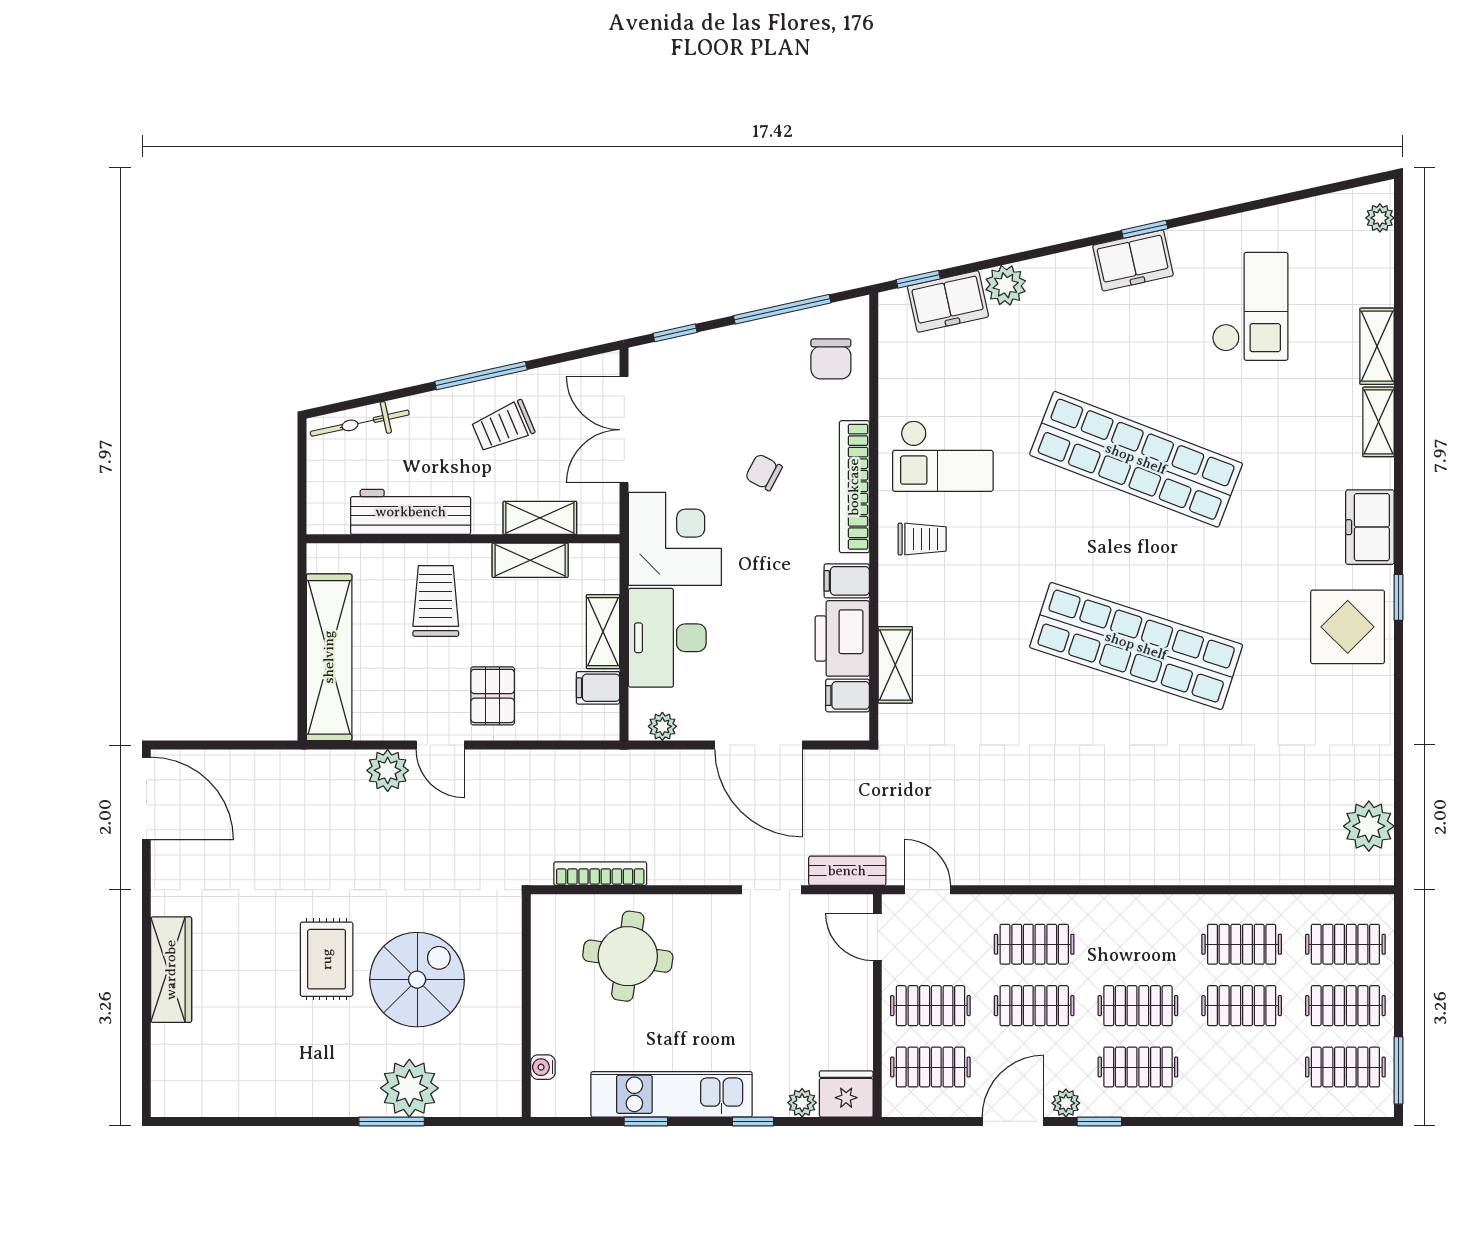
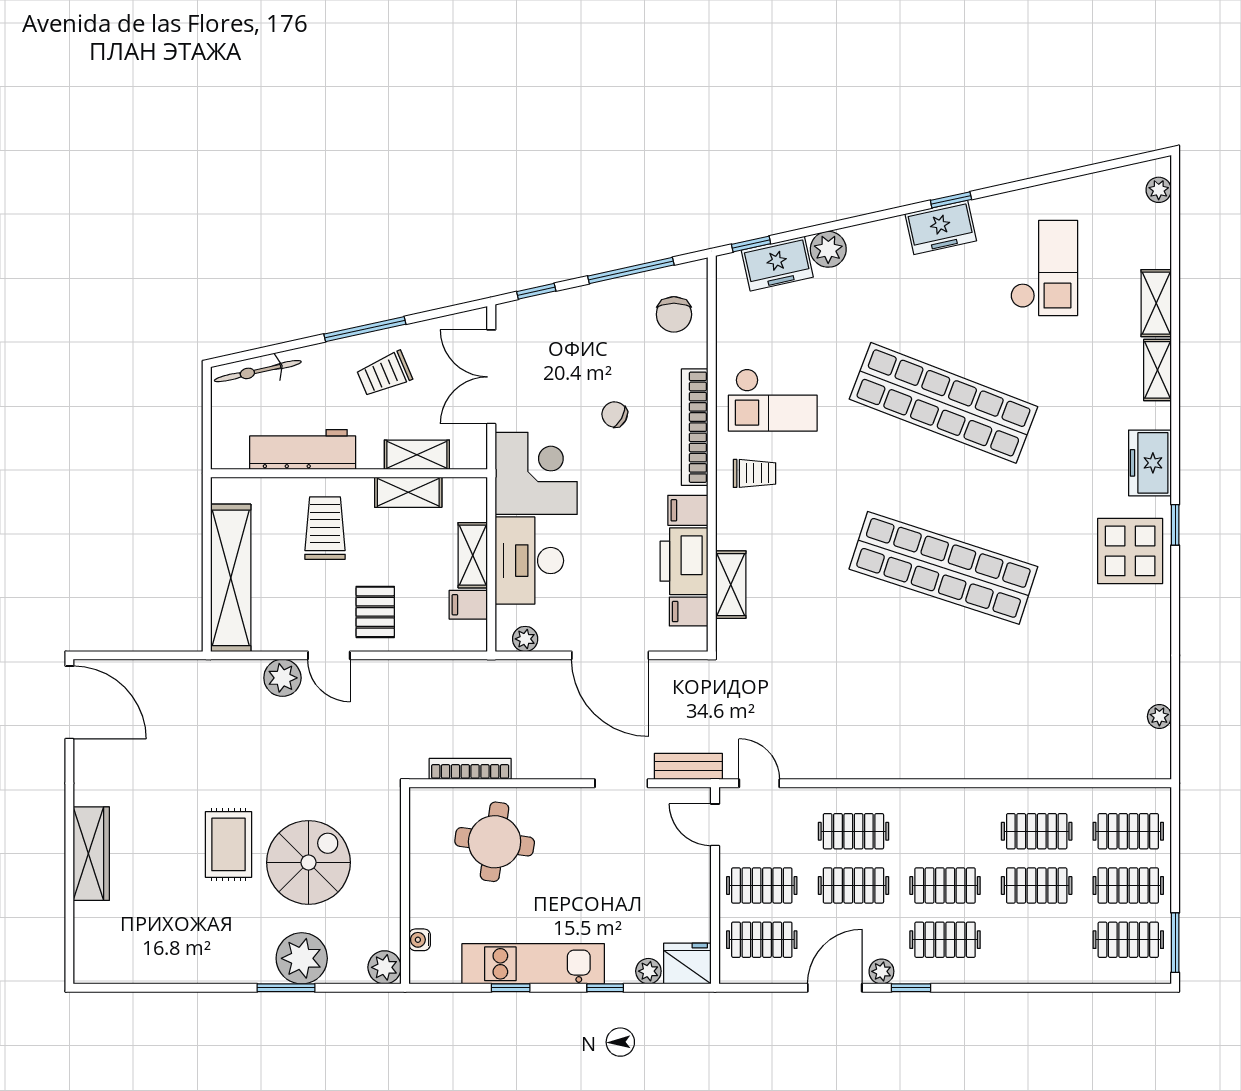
plant: (1369, 826) -> (1159, 717), width x0.53, depth x0.53
plant: (503, 1098) -> (385, 967), added

